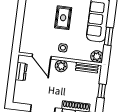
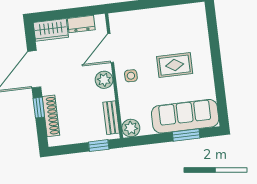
window: (109, 36) -> (186, 135), moved
window: (102, 91) -> (99, 146), moved
wardrobe: (20, 92) -> (51, 30), added

